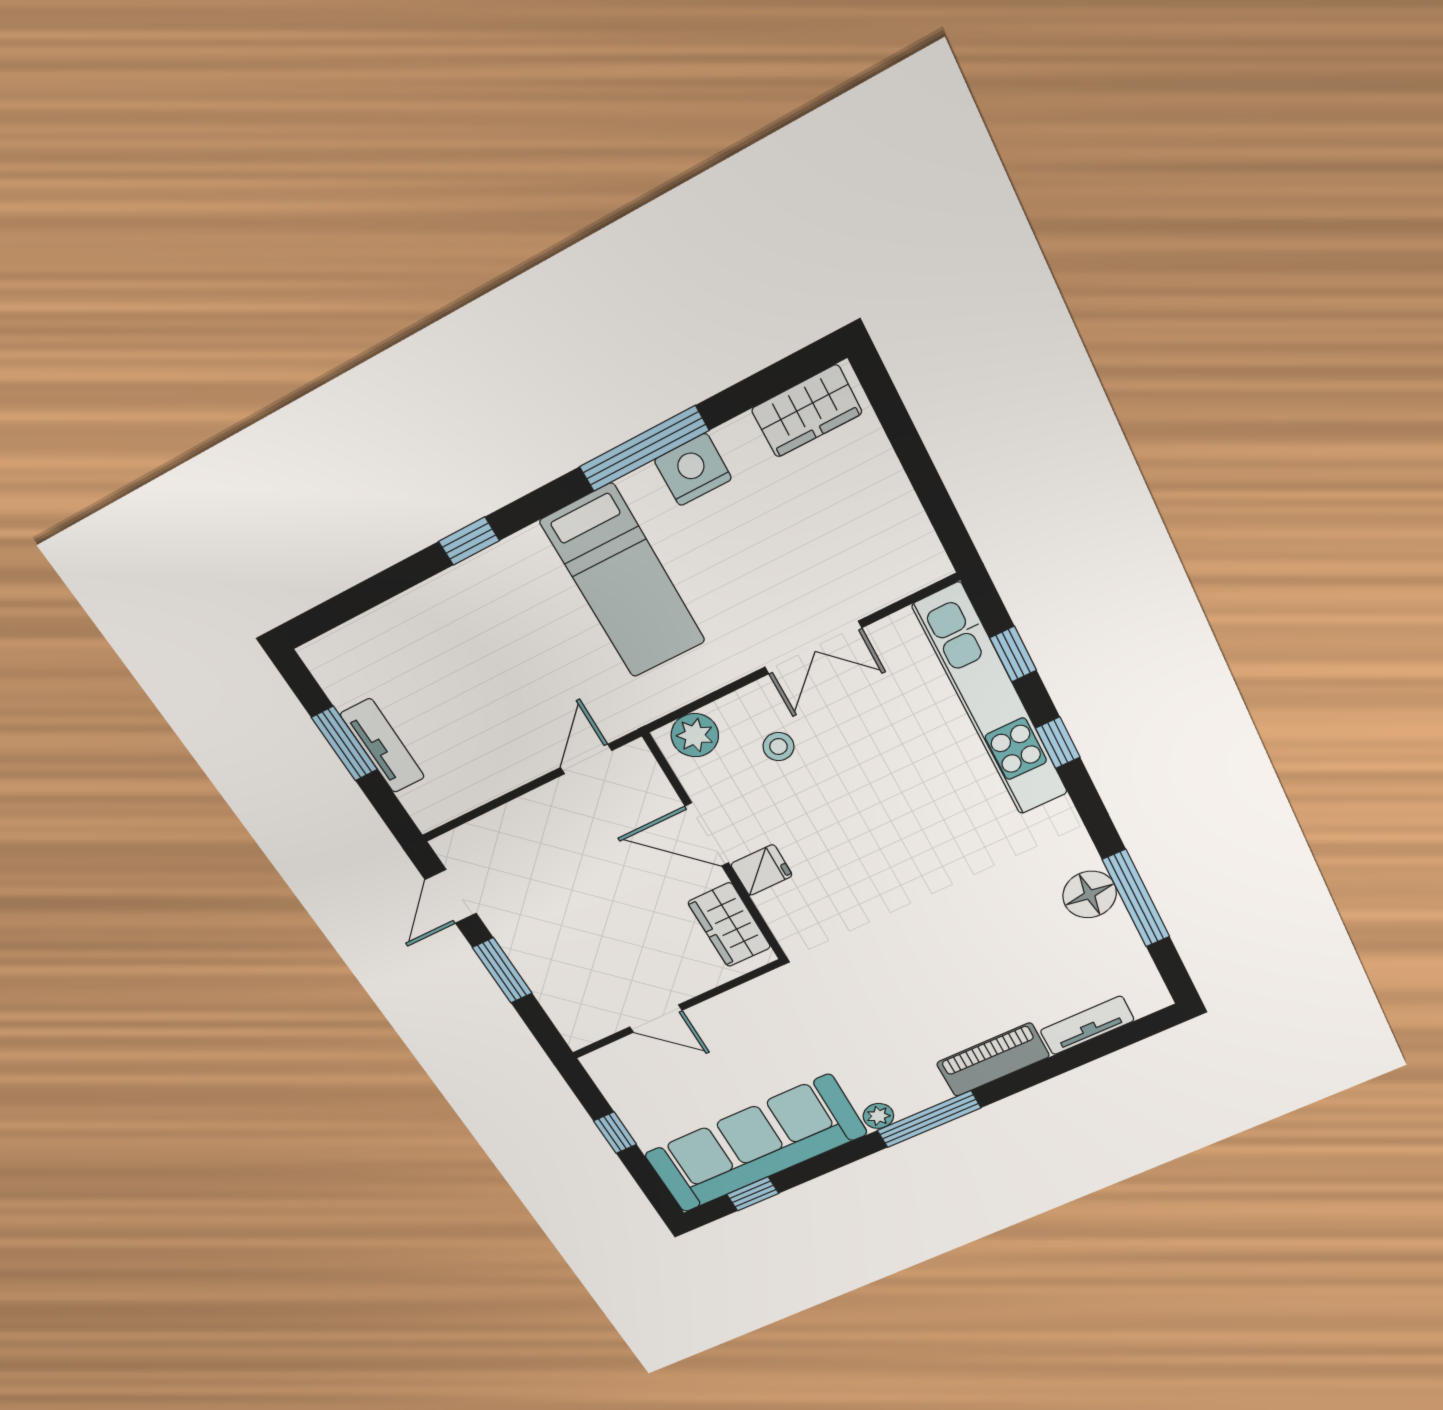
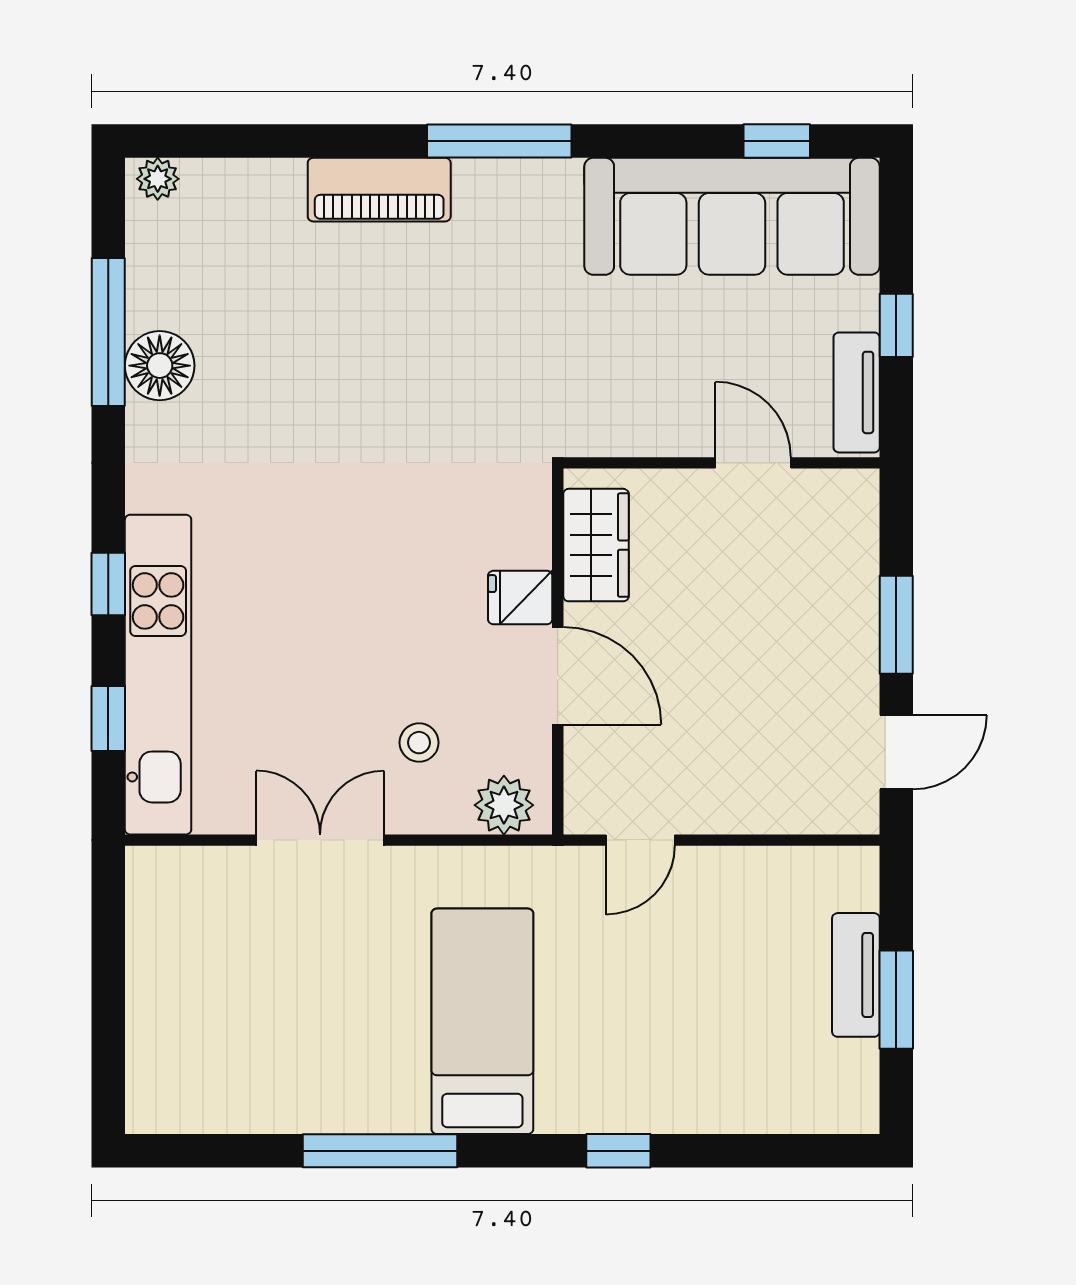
wardrobe: (807, 411) -> (193, 1102), removed
nightstand: (693, 470) -> (342, 1103), removed
tv unit: (1087, 1025) -> (857, 392), moved, turned 90
plant: (878, 1116) -> (158, 179), moved

